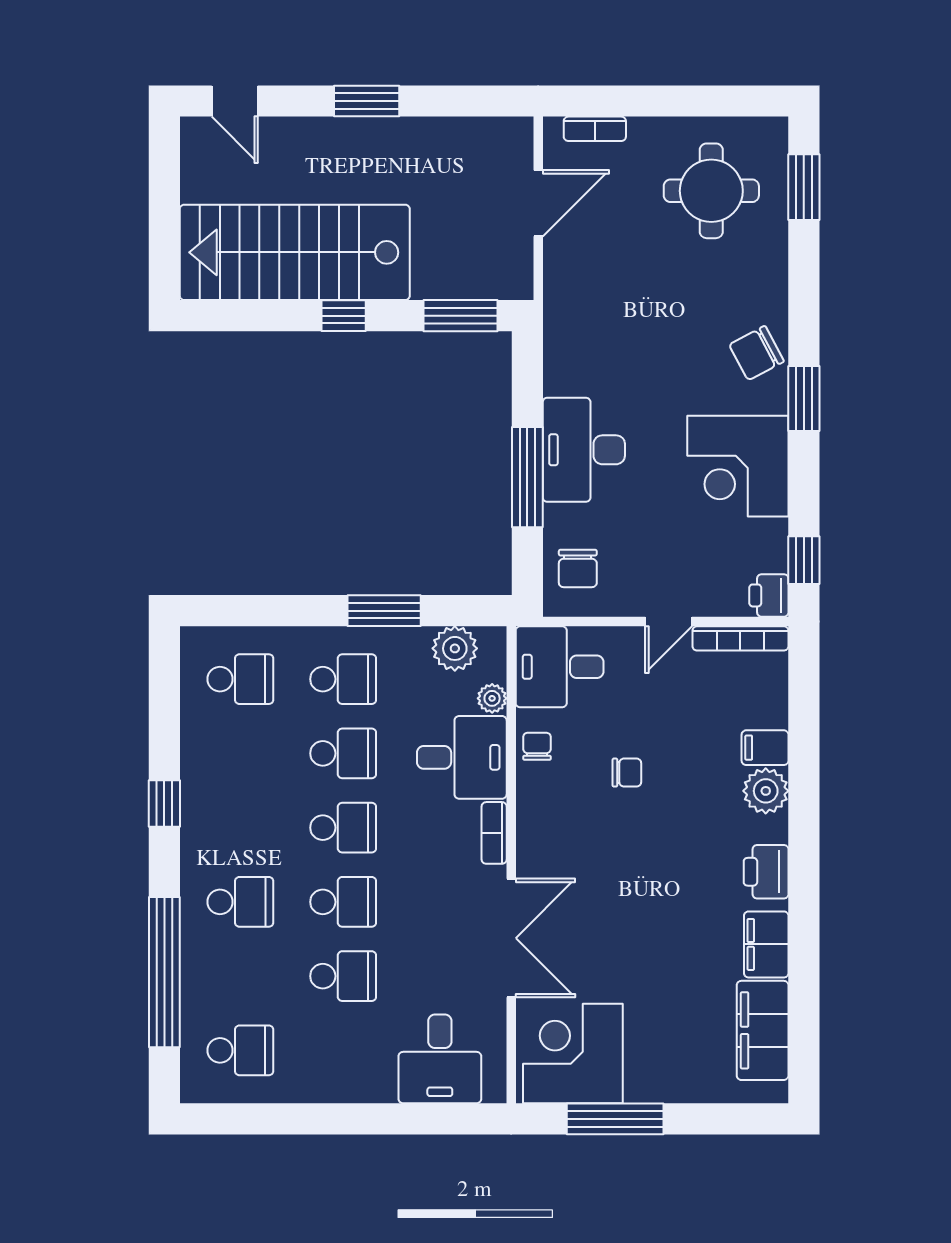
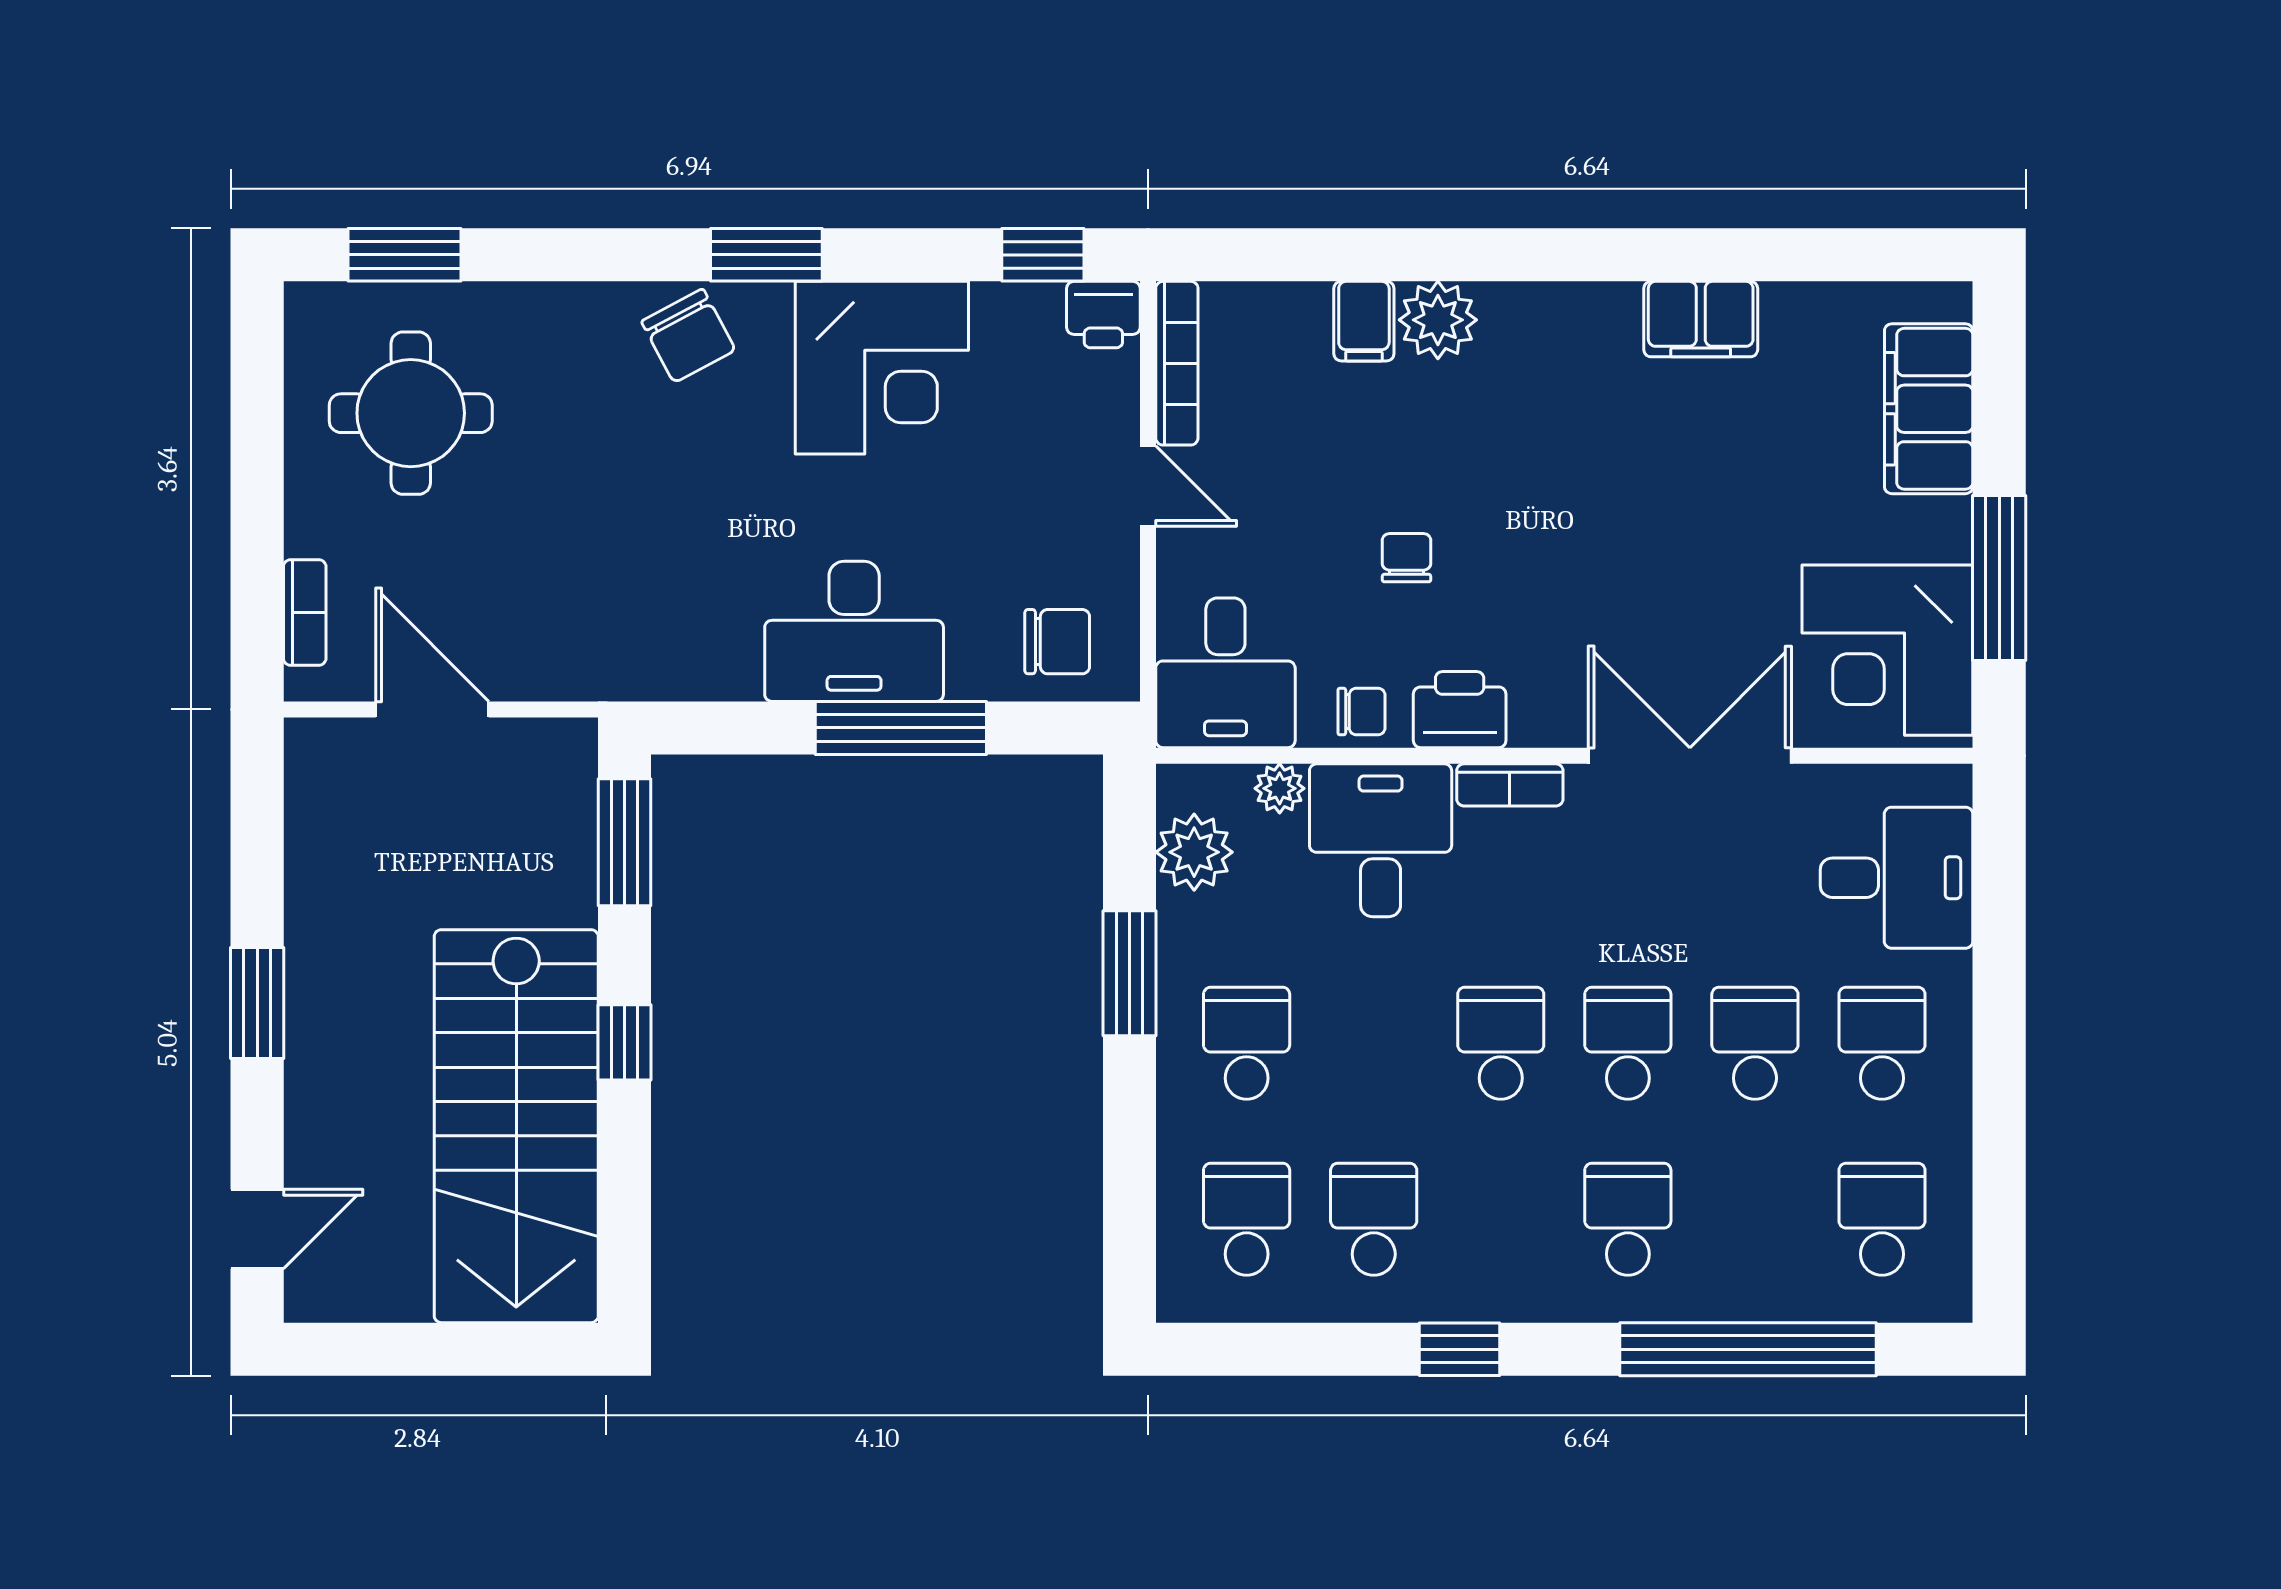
chair: (537, 746) -> (1361, 712), turned 180
school desk: (343, 753) -> (1374, 1219), moved
printer: (766, 872) -> (1460, 710), moved, turned 180
filing cabinet: (763, 1030) -> (1929, 409), moved, turned 90
school desk: (343, 1050) -> (1882, 1043), added

